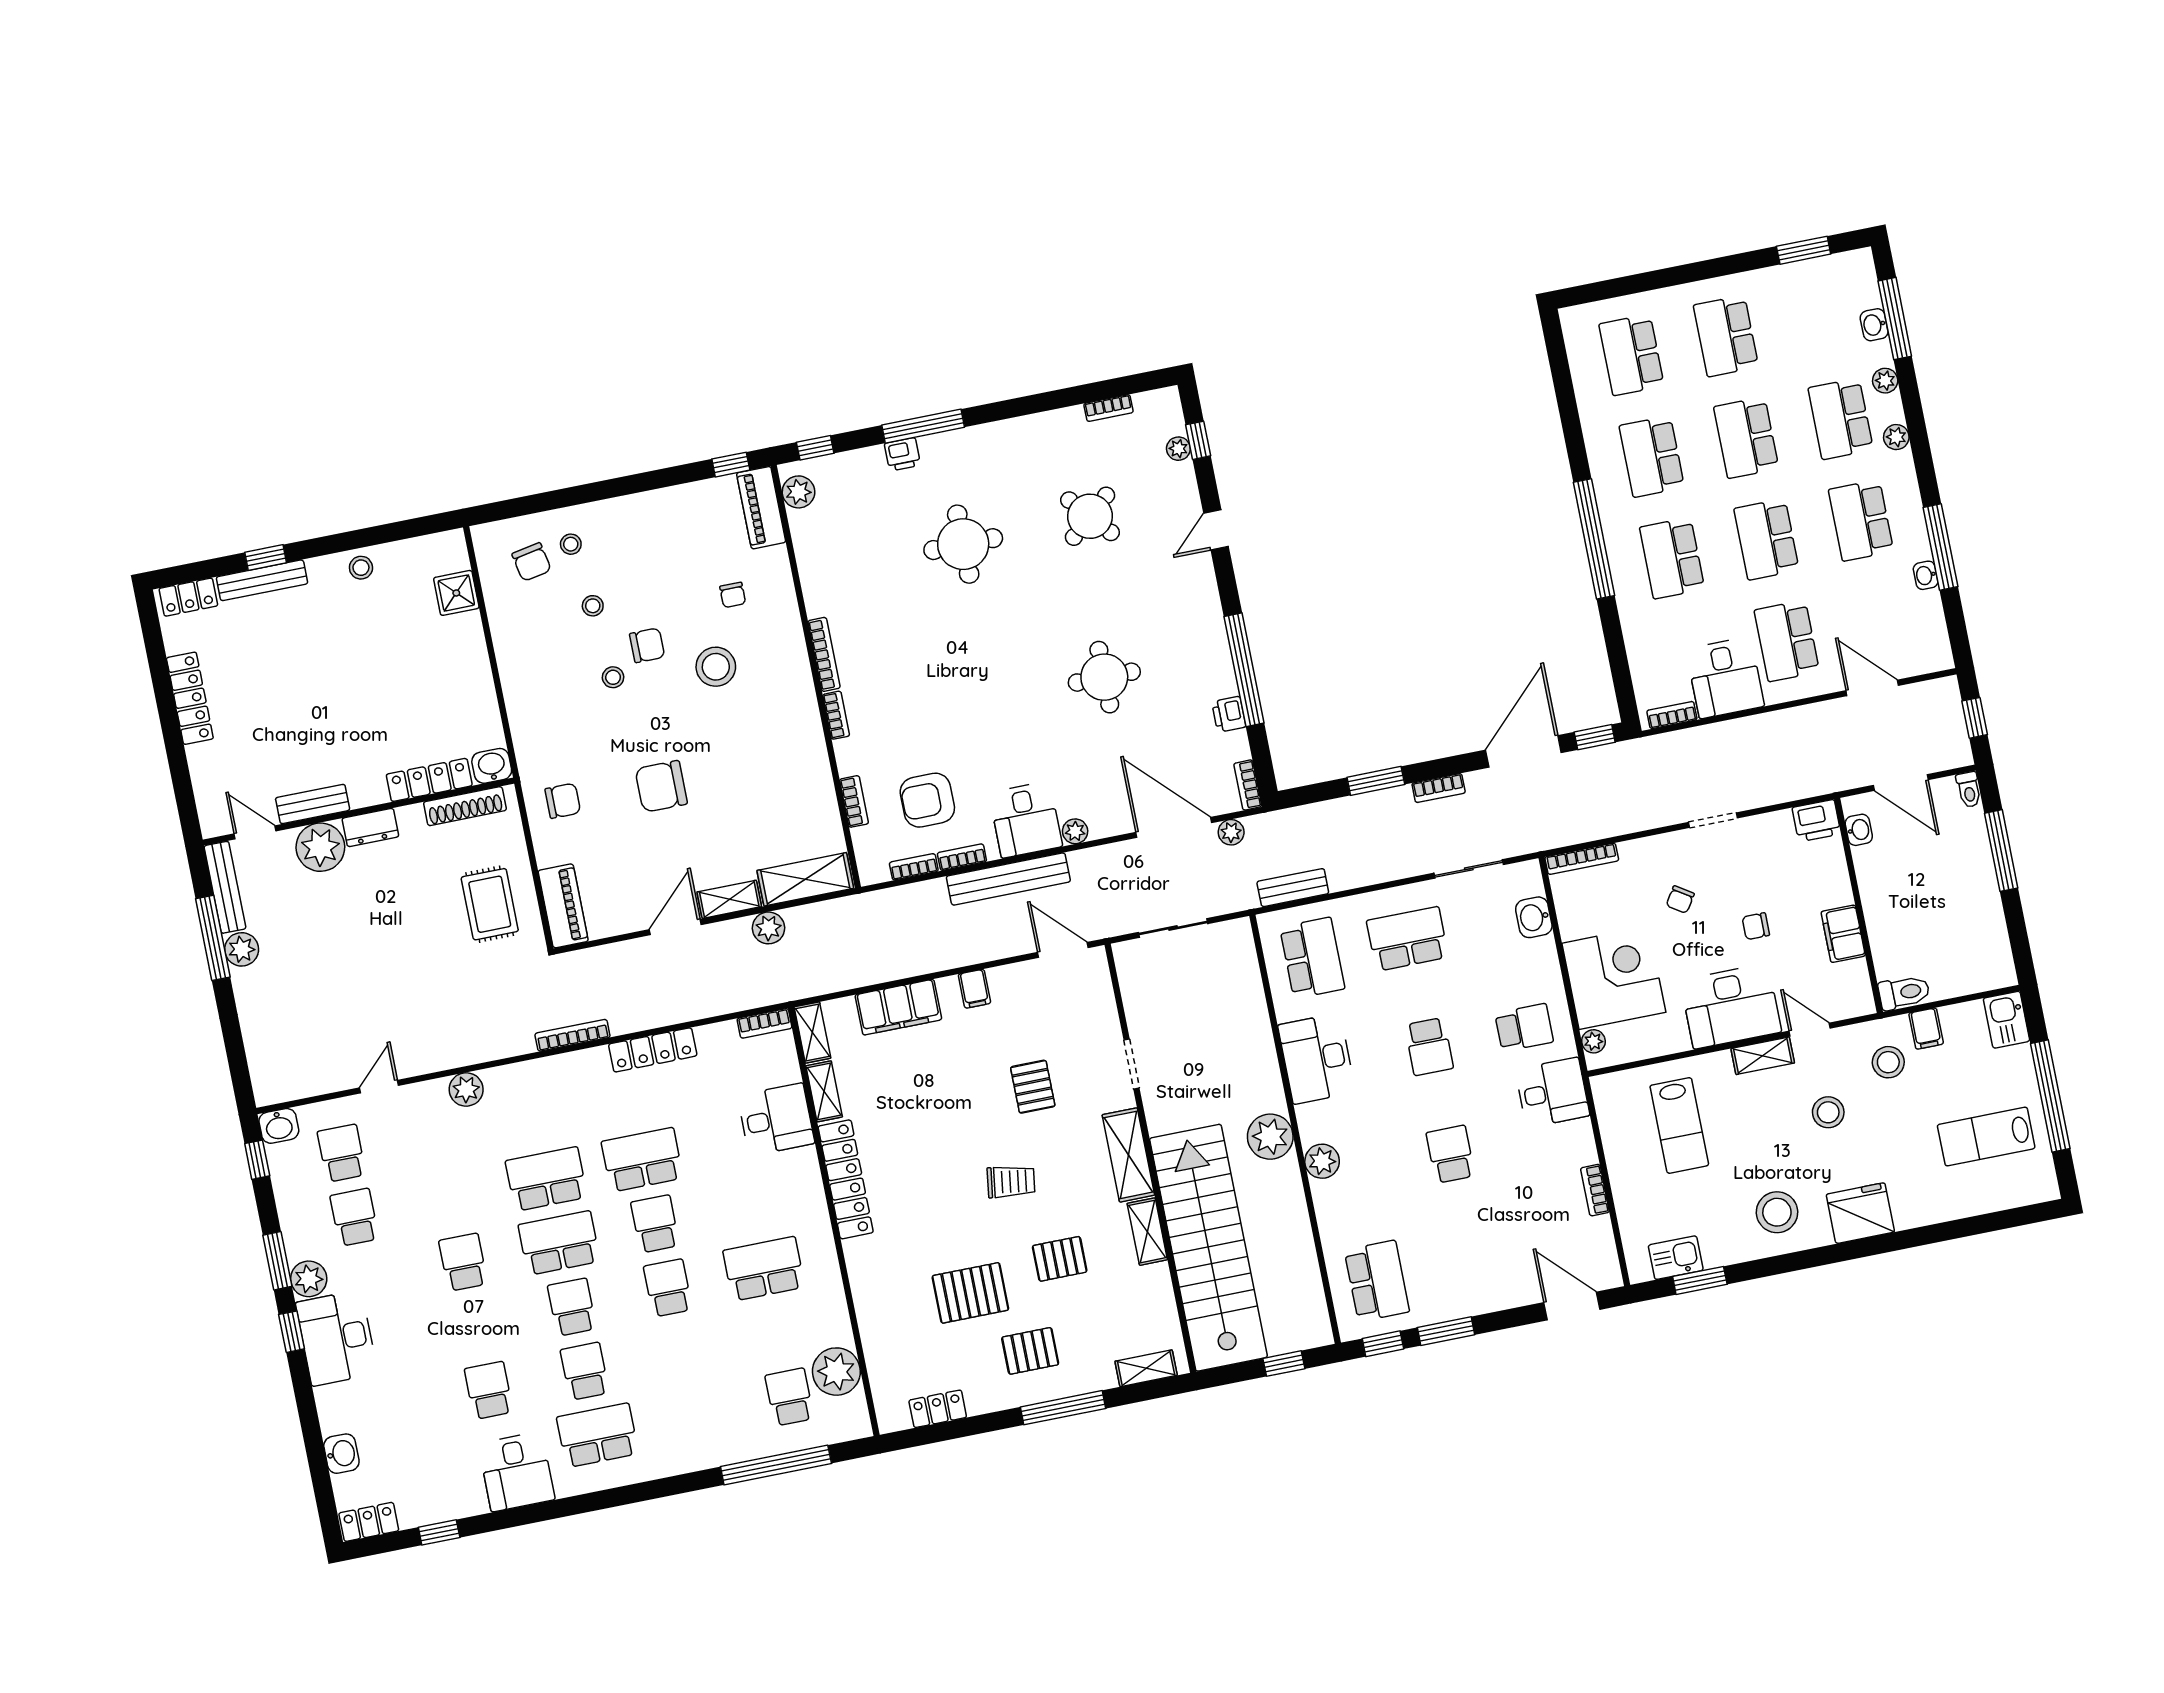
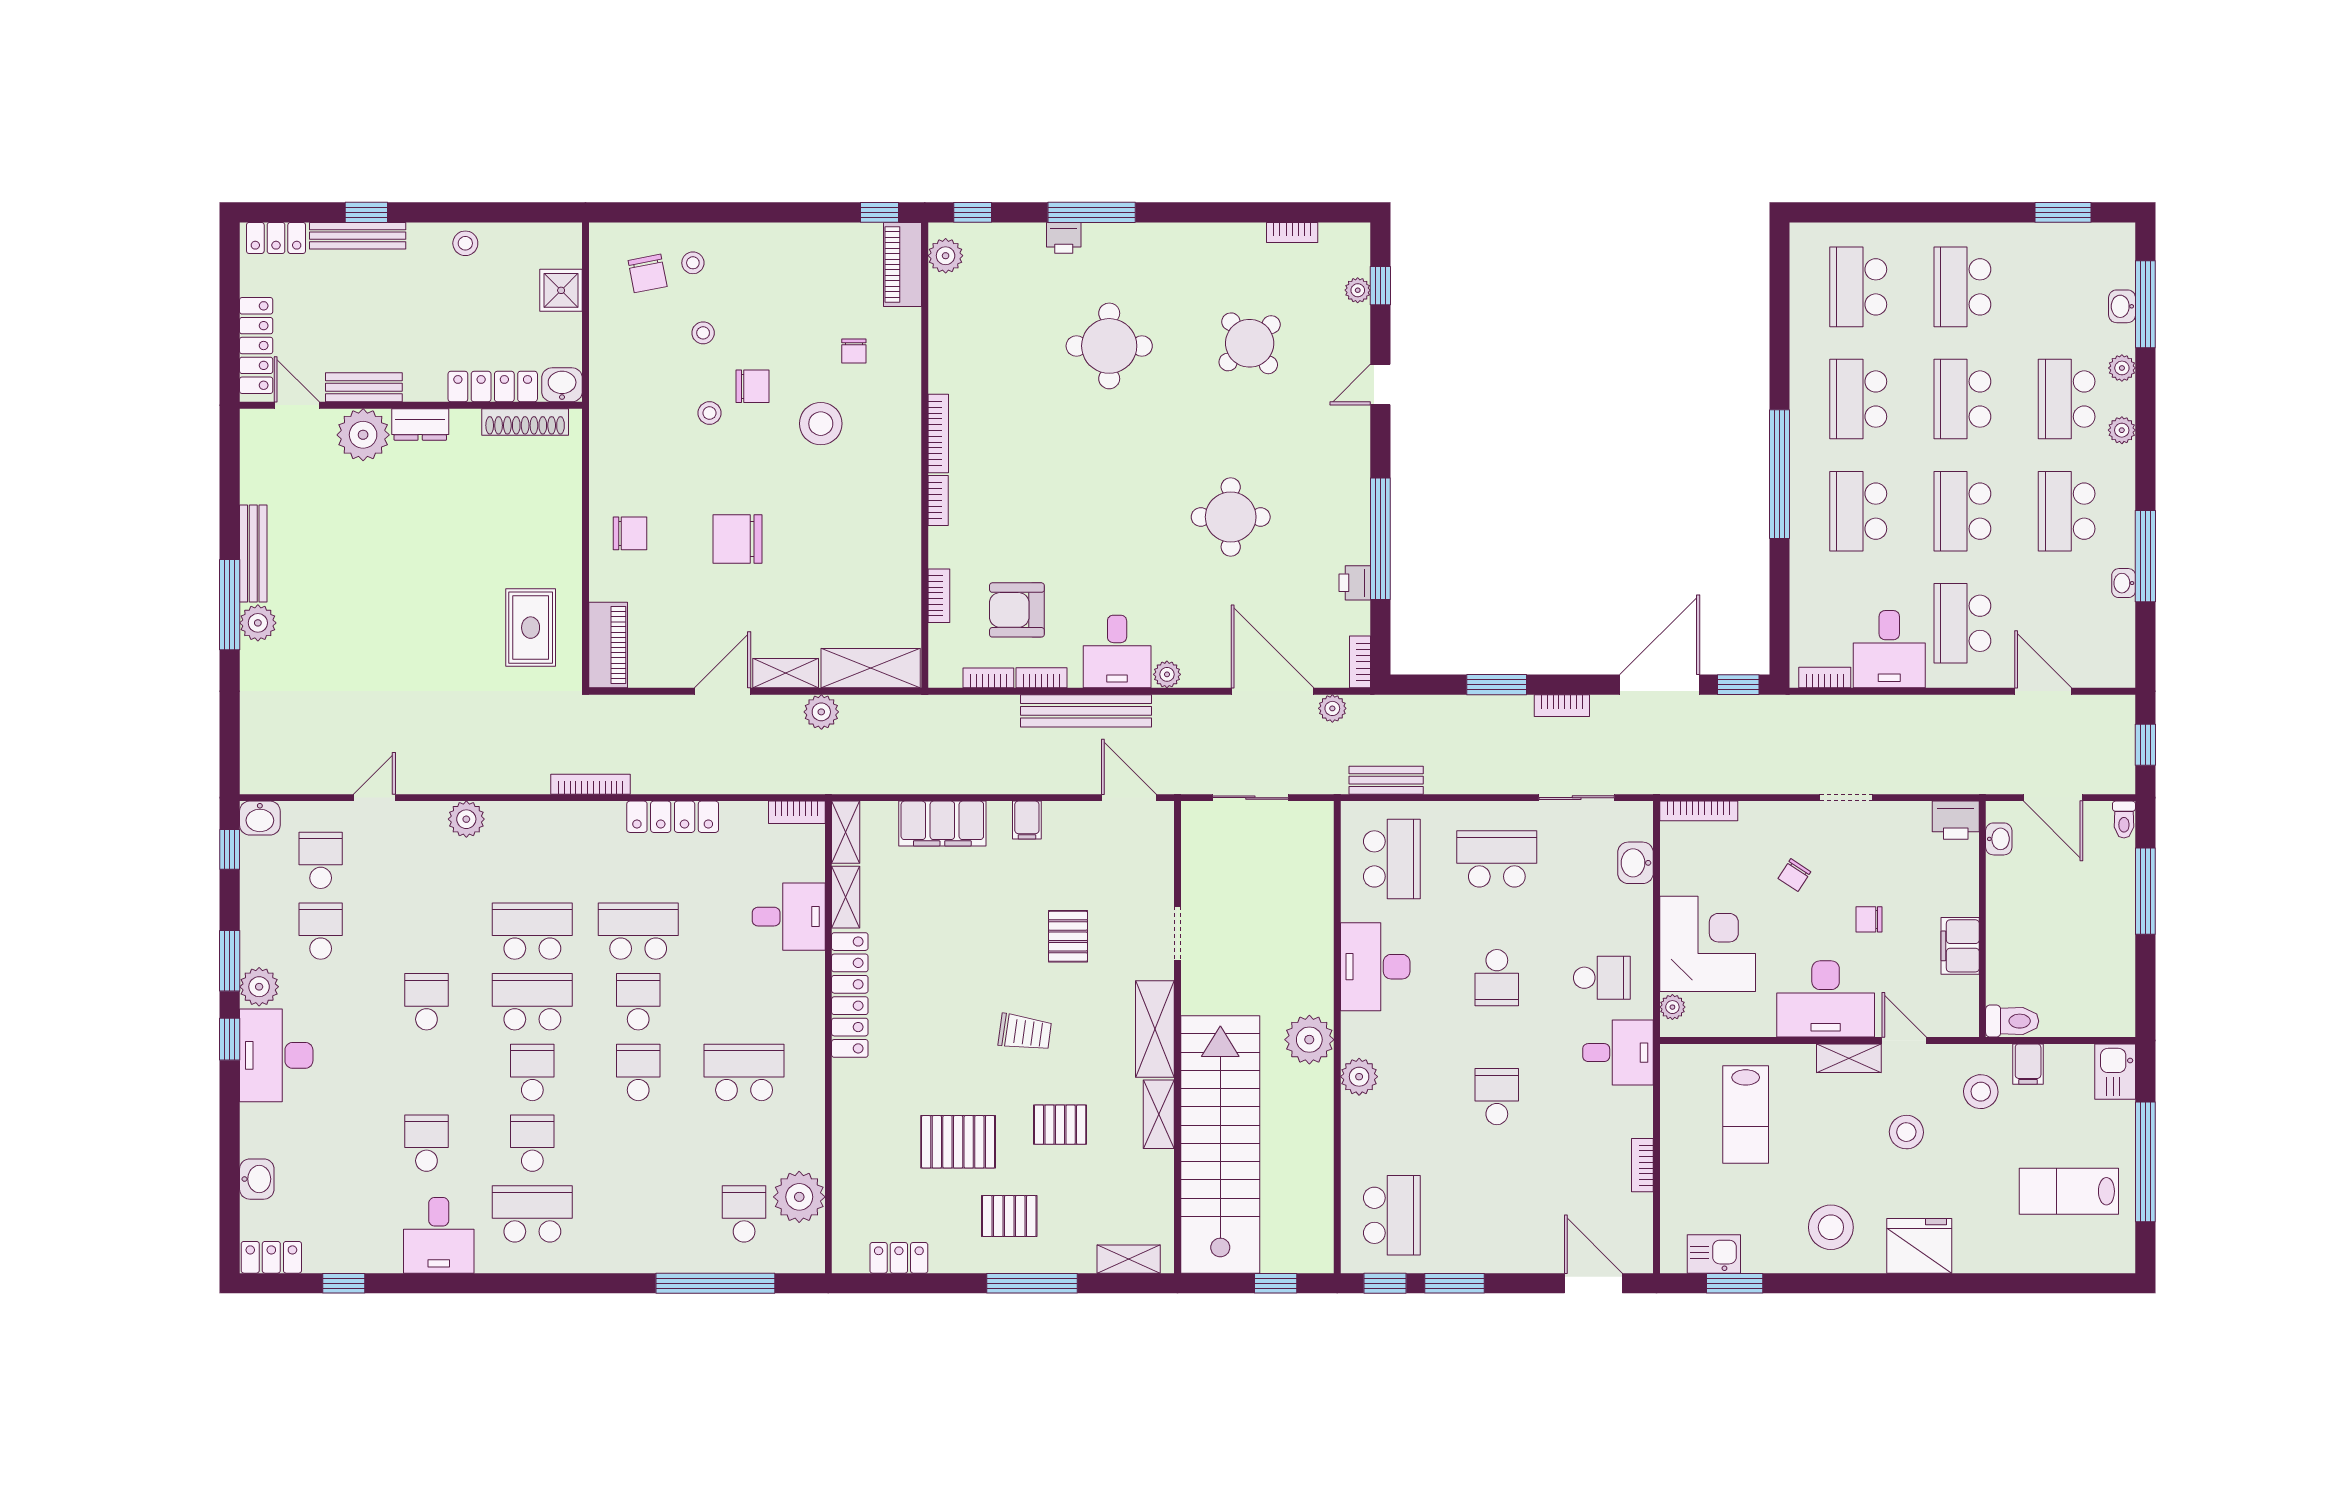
washbasin: (492, 766) -> (562, 385), moved
locker: (429, 780) -> (493, 387), moved
bench: (313, 804) -> (364, 387), moved
shoe rack: (465, 806) -> (525, 422), moved
wall: (358, 812) -> (411, 405), moved
dresser: (370, 827) -> (420, 424), moved
door: (255, 832) -> (297, 405), moved
plant: (320, 847) -> (363, 435), moved

